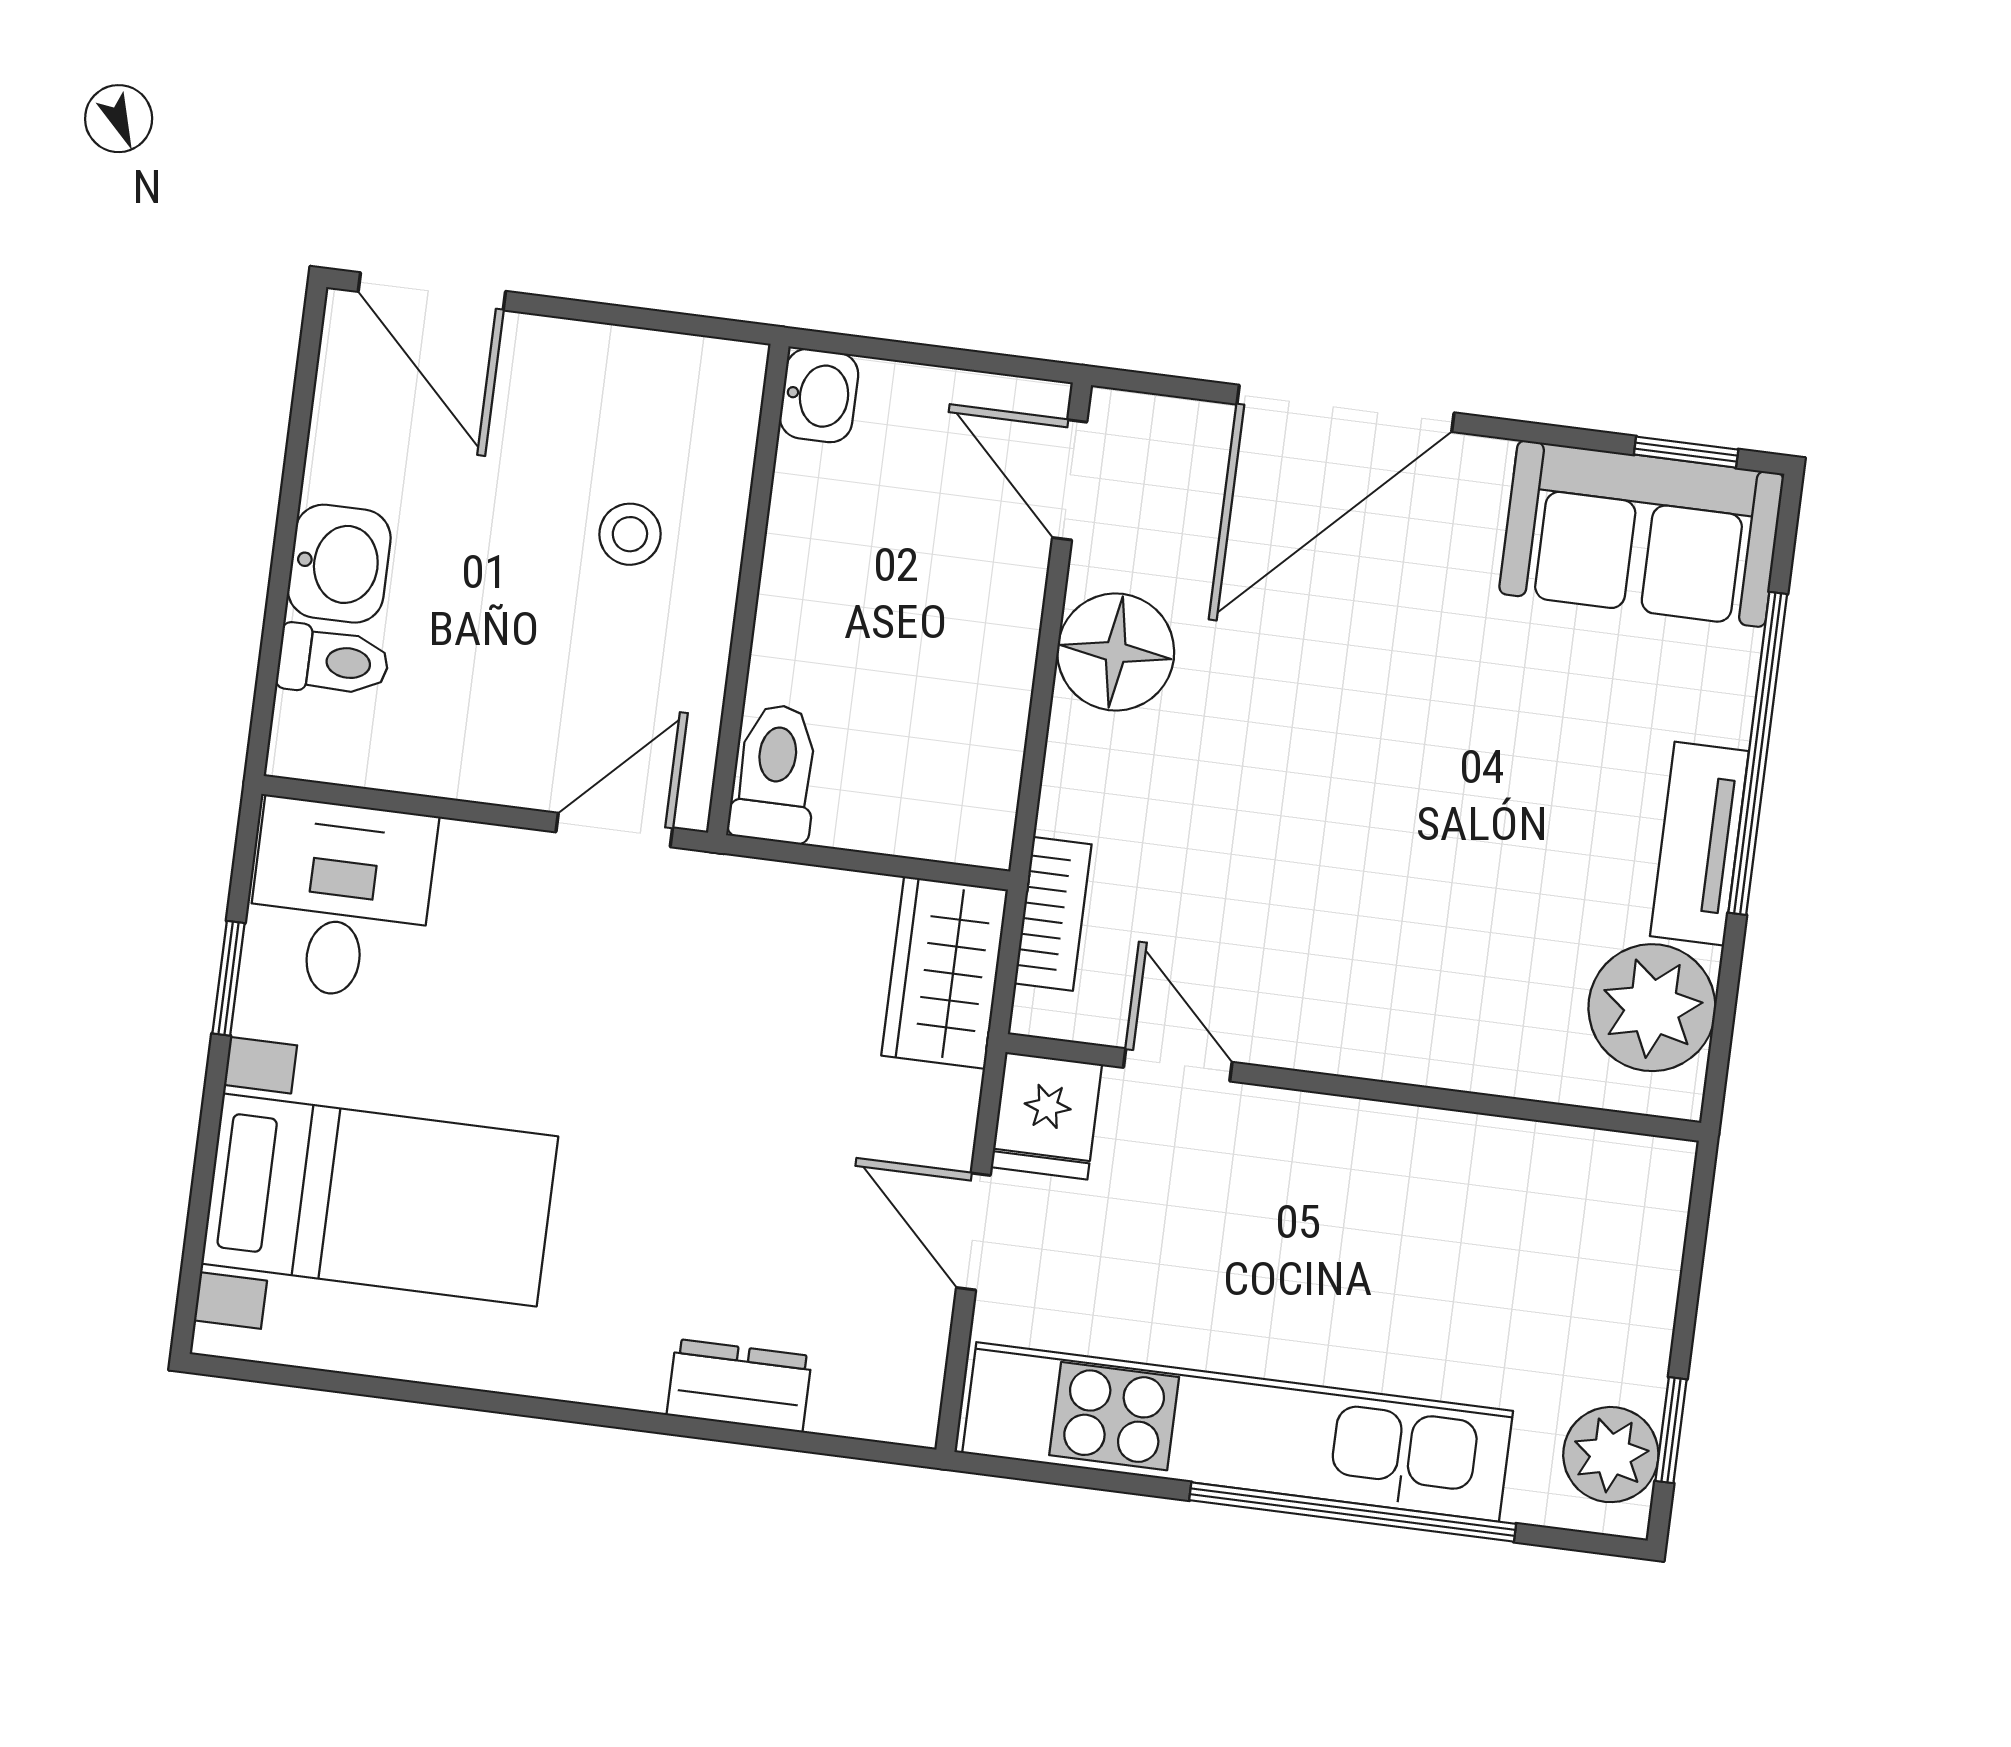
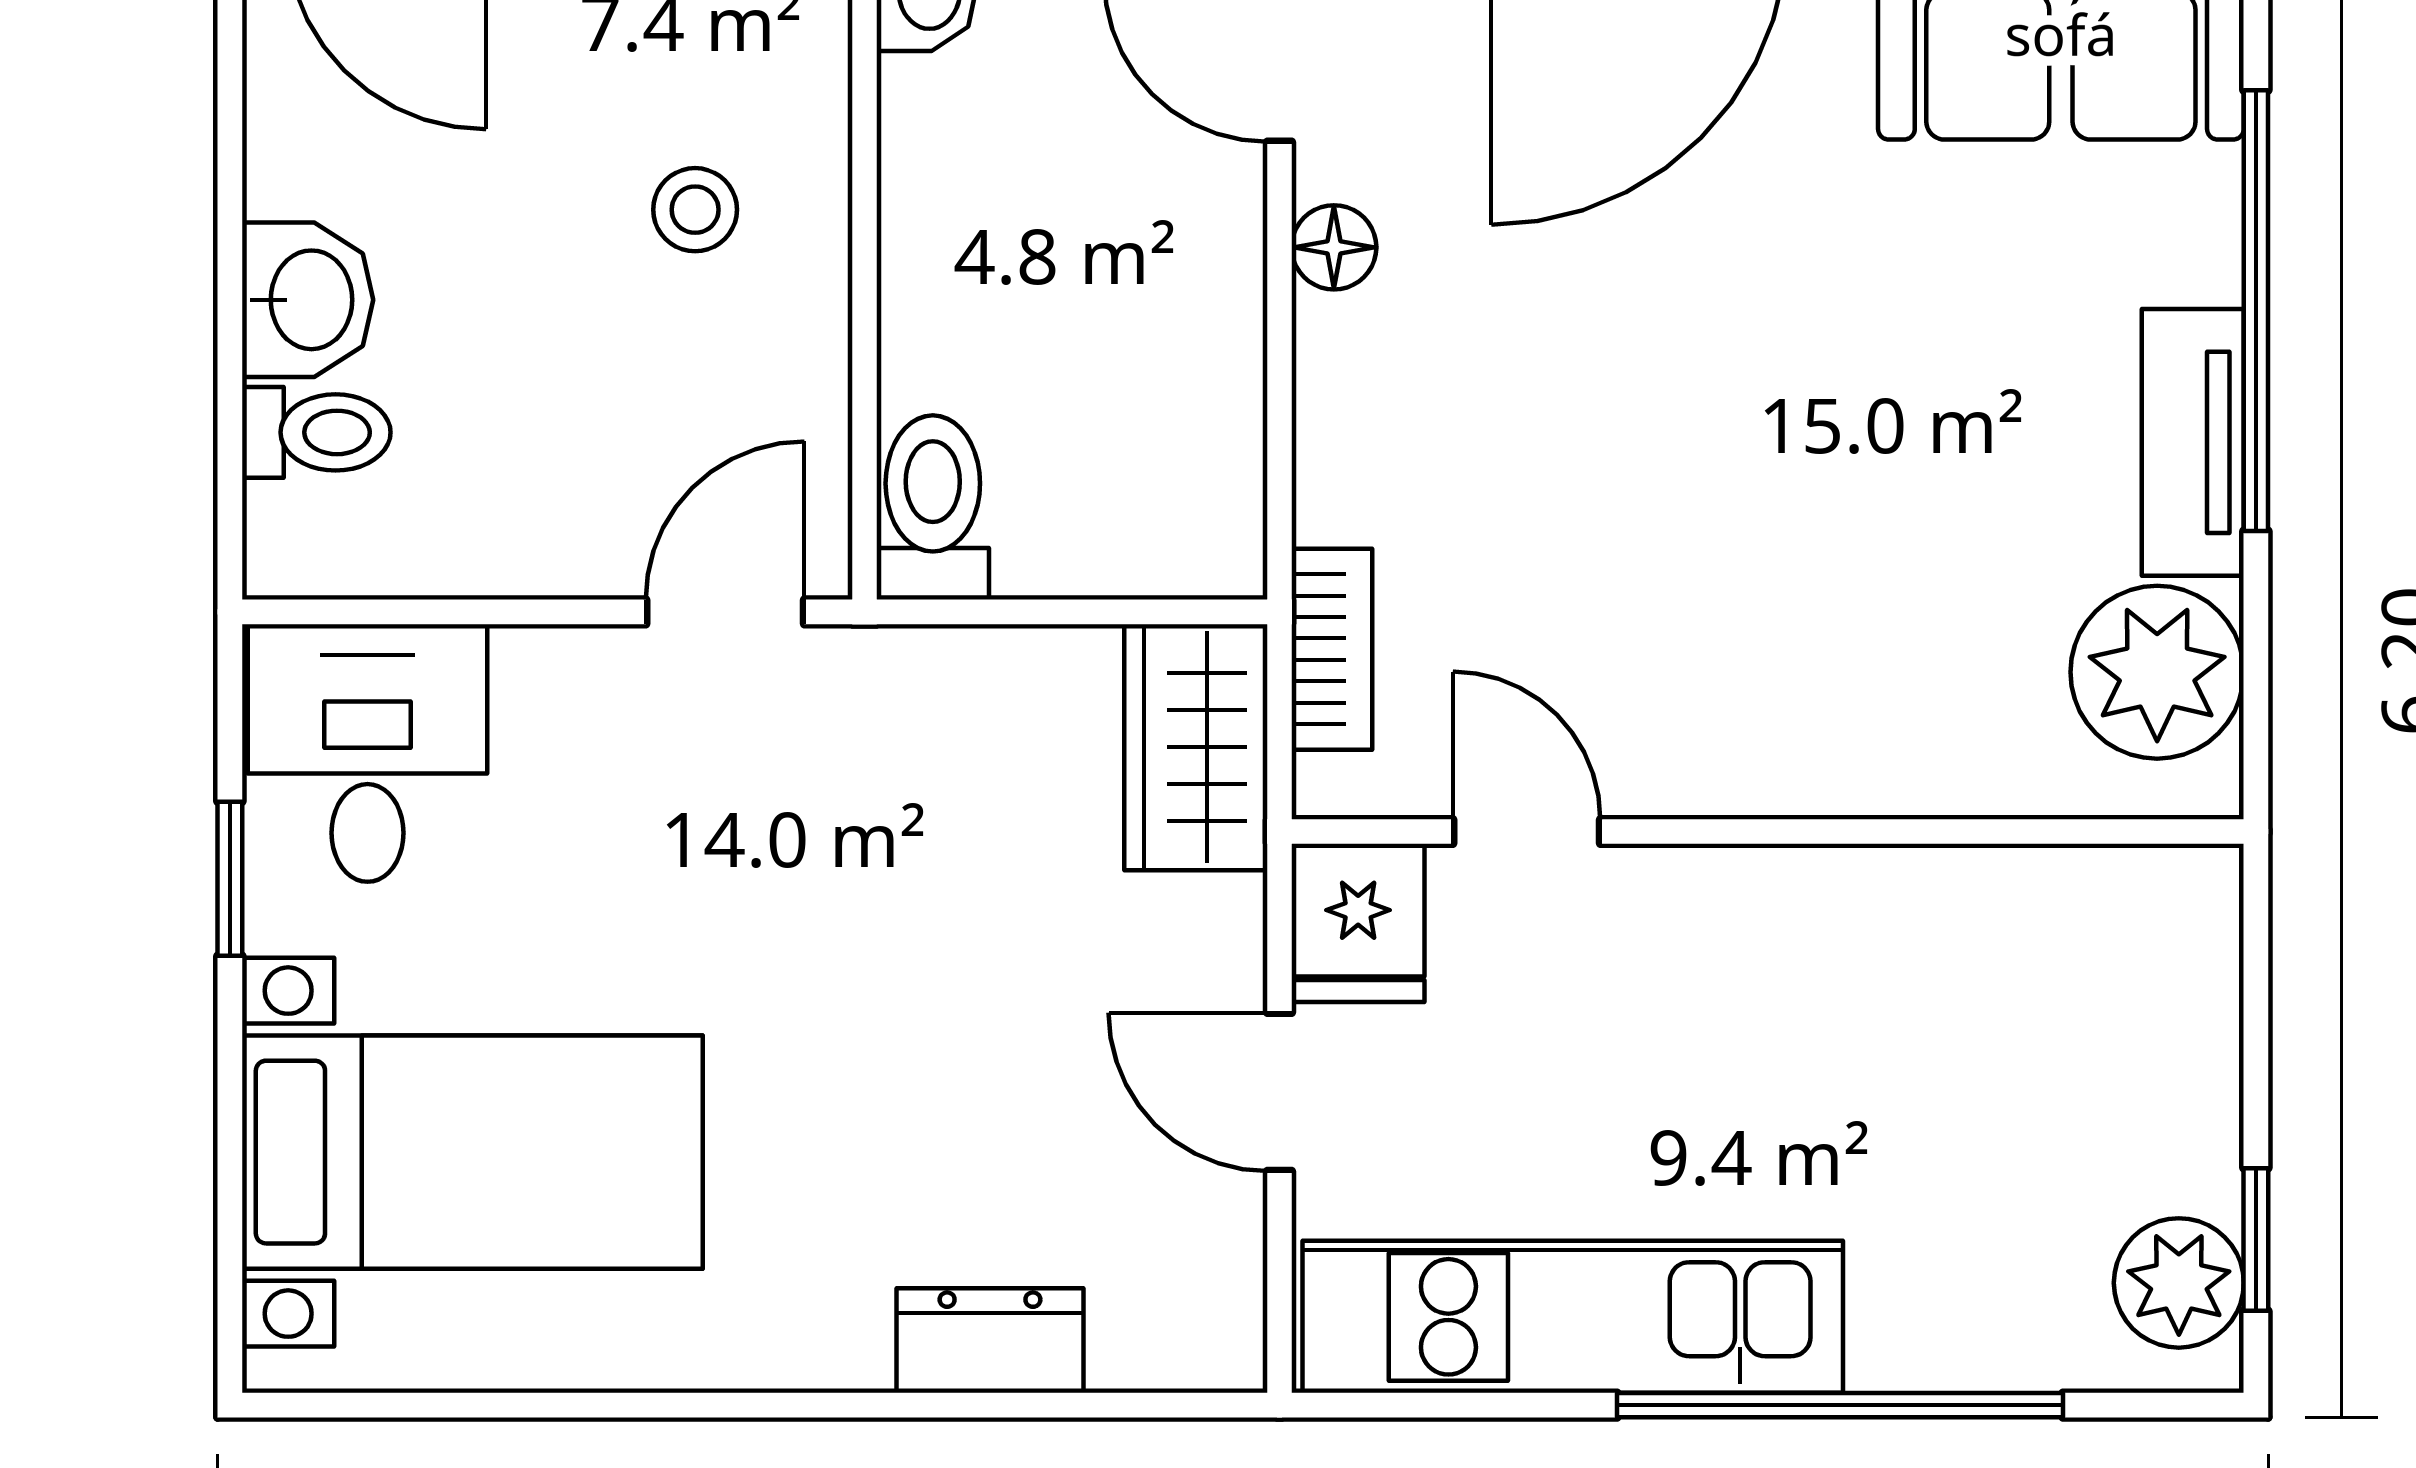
floor lamp: (1116, 652) -> (1334, 247), width x0.53, depth x0.53
kitchen unit: (1238, 1432) -> (1573, 1317), width x0.73

